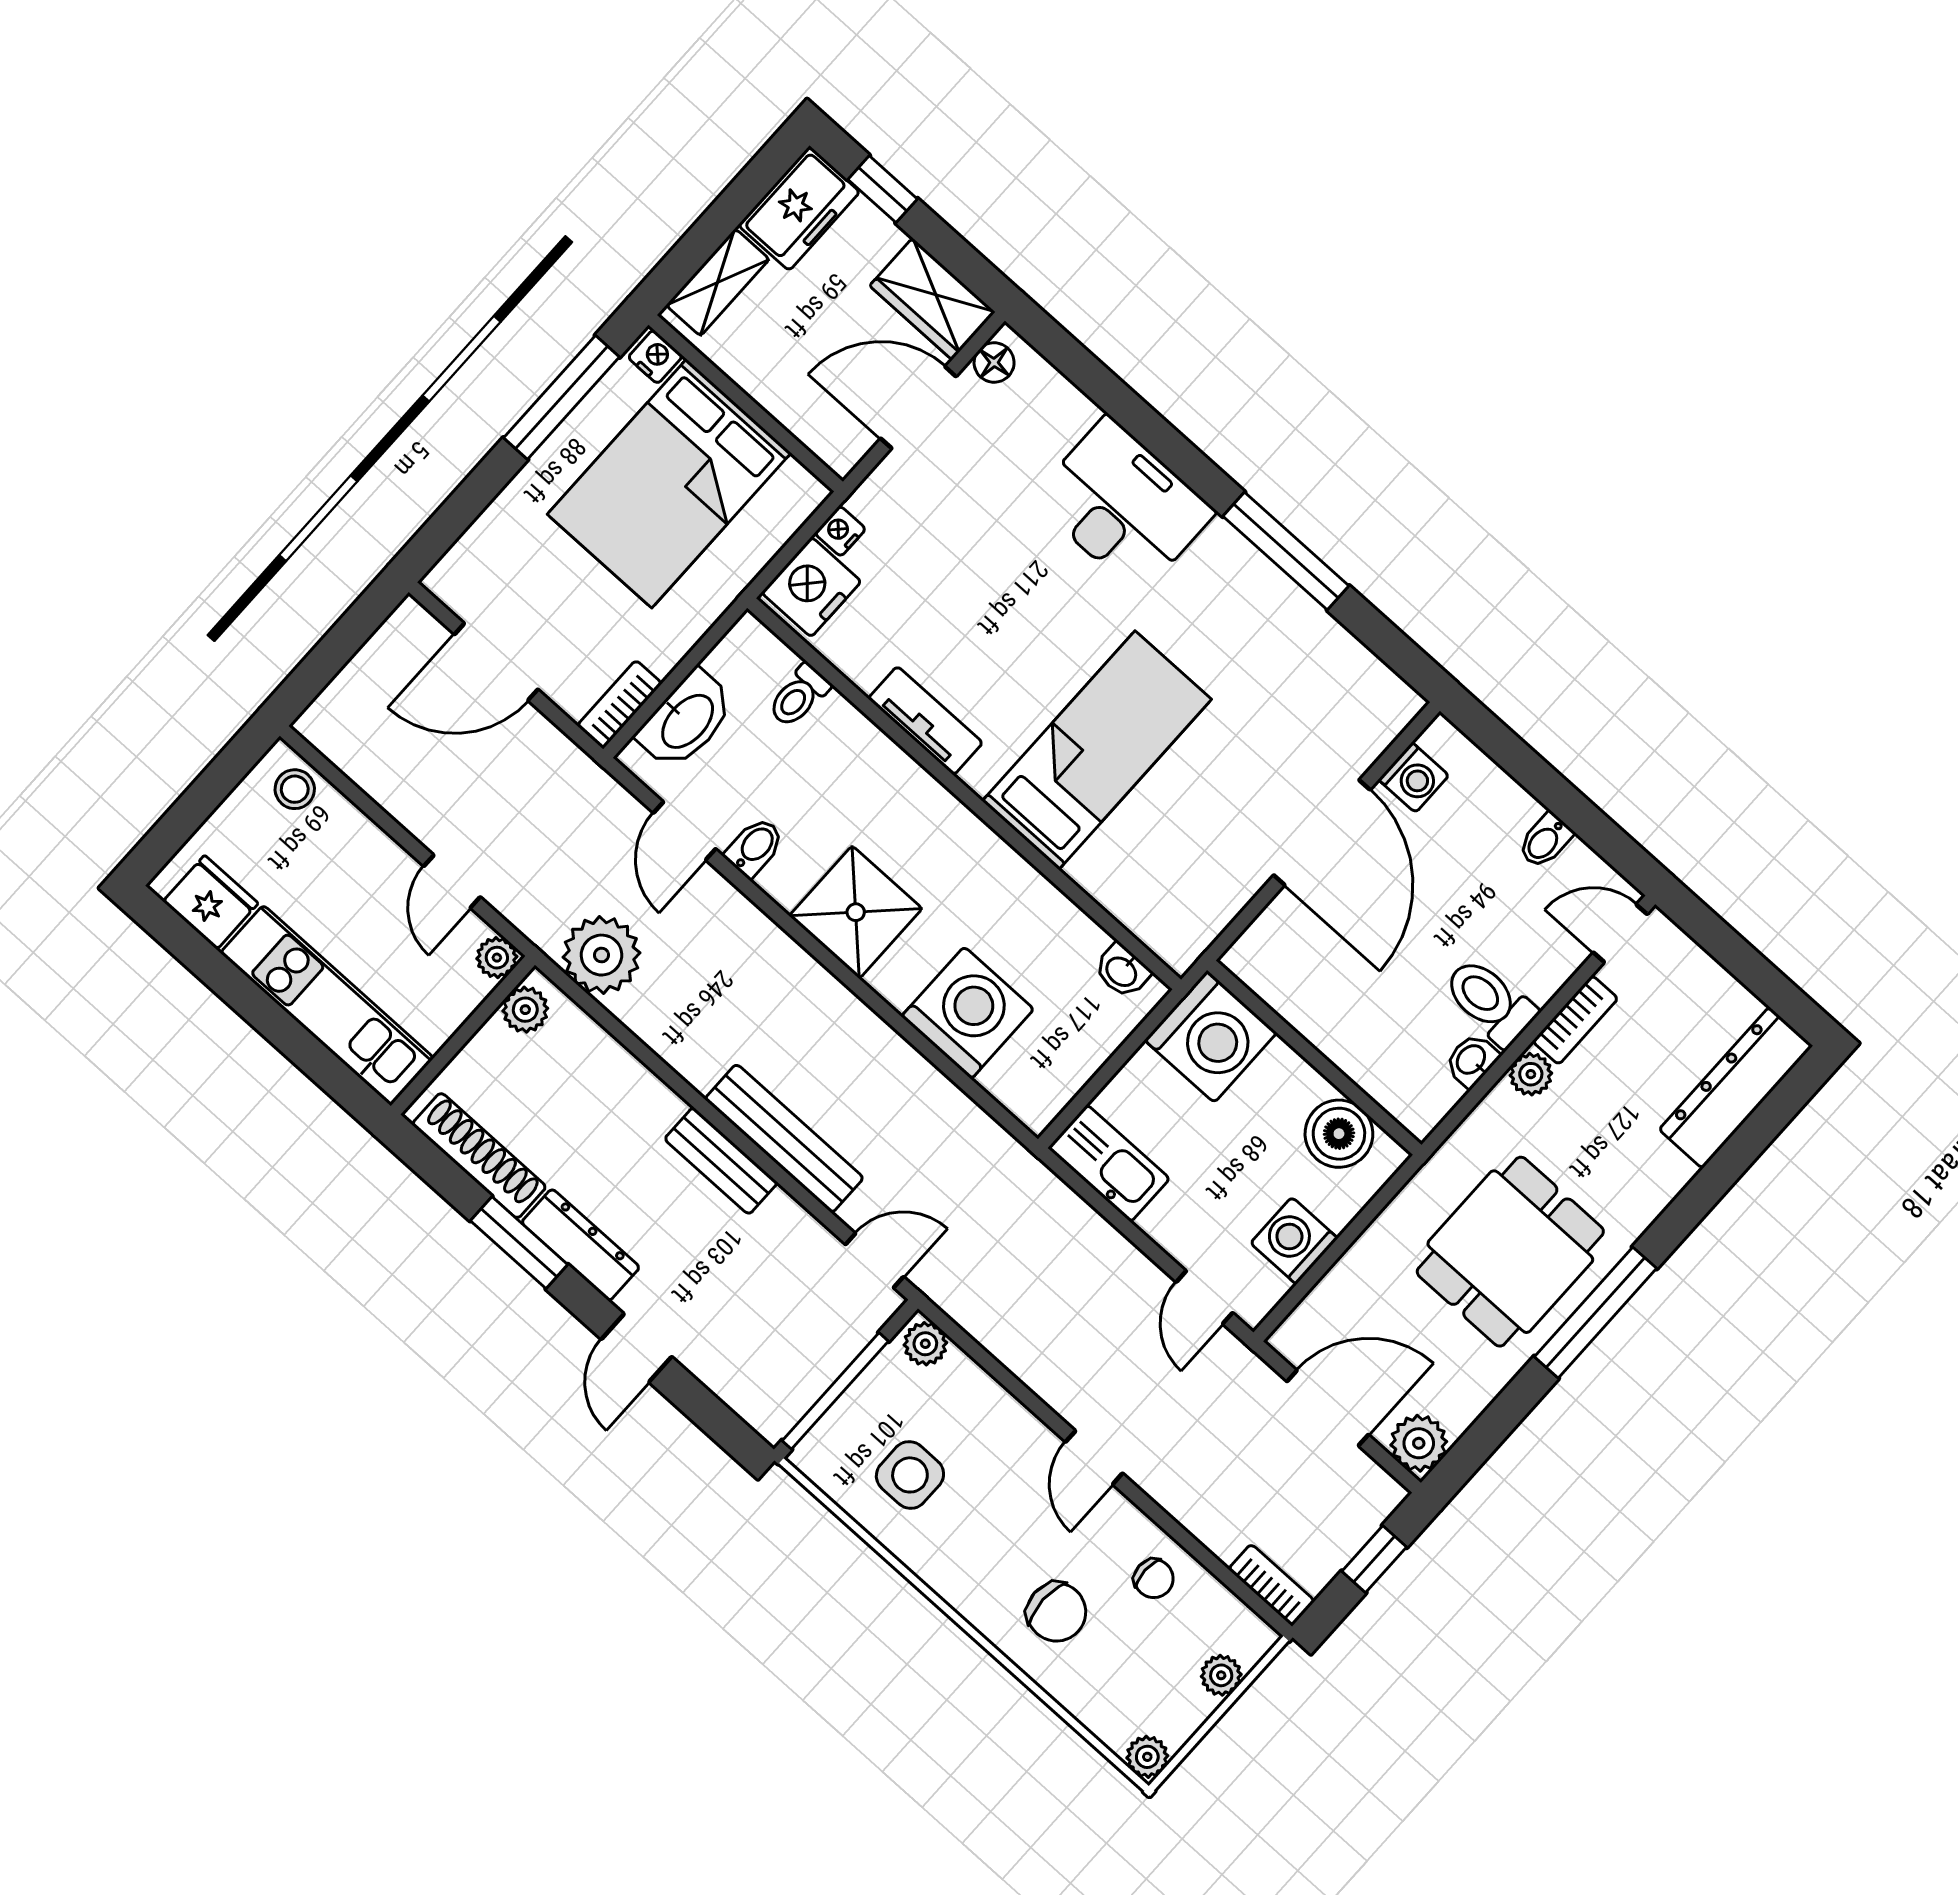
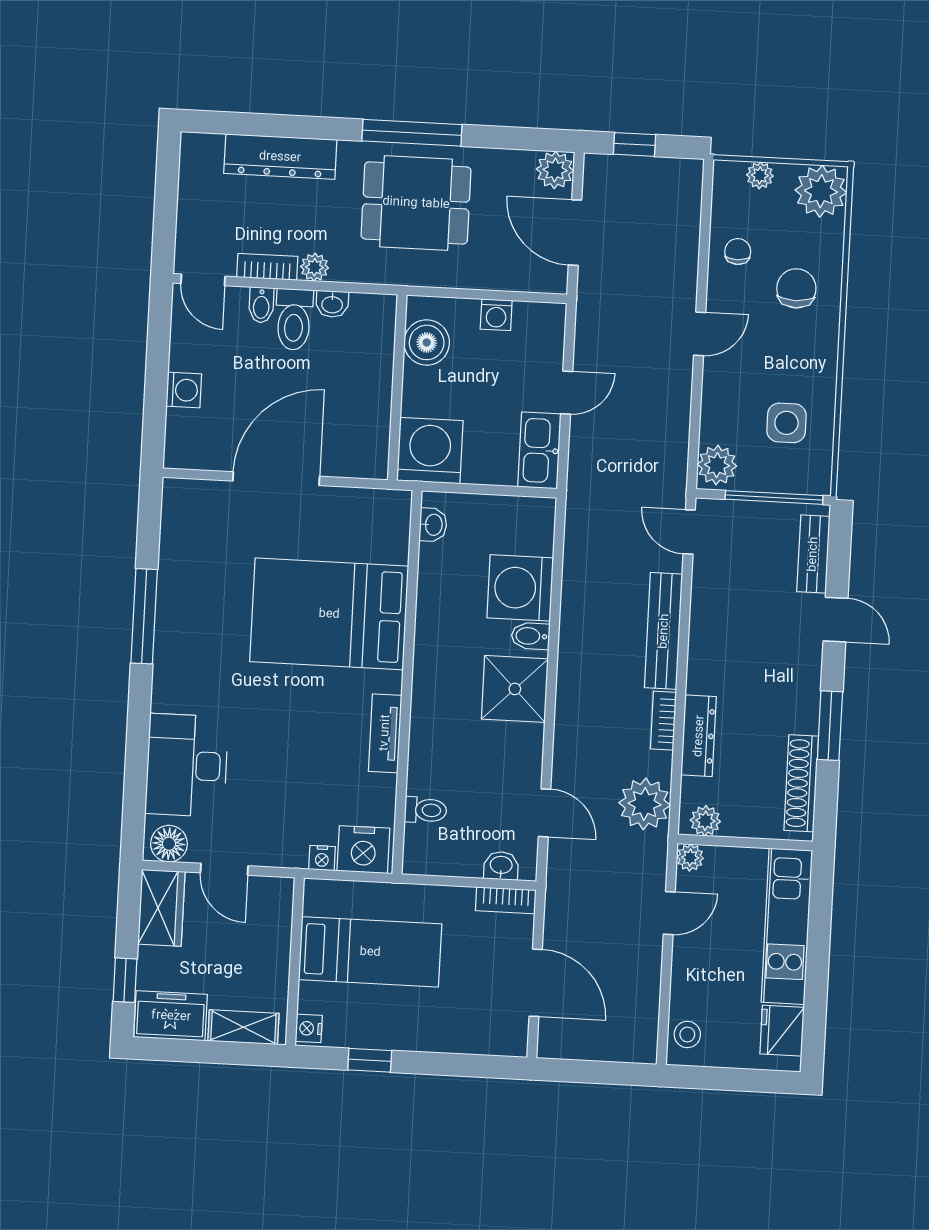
floor lamp: (994, 362) -> (169, 844), width x1.37, depth x1.37
window: (562, 397) -> (370, 1060), width x0.46
door: (918, 407) -> (224, 869), width x0.73
bed: (669, 484) -> (370, 952), width x0.67
desk: (1123, 506) -> (187, 765), moved
washbasin: (686, 720) -> (501, 866), width x0.52, depth x0.69
bed: (1097, 750) -> (329, 614), width x1.50
washing machine: (1414, 778) -> (184, 390), moved, turned 90
door: (685, 831) -> (545, 813), hinge flipped
bidet: (1545, 841) -> (261, 305), moved, turned 90
bidet: (755, 847) -> (530, 636), moved
dresser: (1736, 1088) -> (280, 157), moved
bench: (721, 1161) -> (813, 554), moved
washing machine: (1294, 1241) -> (496, 315), width x0.73, depth x0.73
dresser: (581, 1245) -> (699, 736), moved, turned 180
door: (1204, 1297) -> (567, 393), moved
plant: (925, 1344) -> (717, 465), width x1.38, depth x1.38
door: (637, 1348) -> (836, 620), hinge flipped
bookcase: (1271, 1585) -> (663, 721), moved
plant: (1147, 1757) -> (821, 191), width x1.88, depth x1.88

